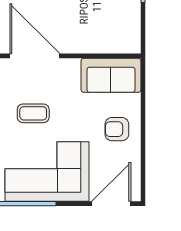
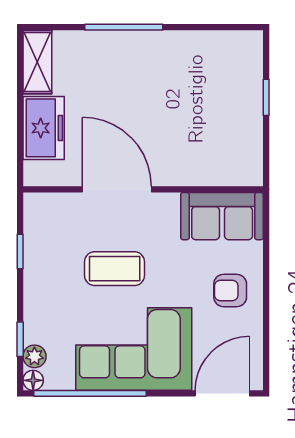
coffee table: (33, 113) -> (115, 269), width x1.36, depth x1.30

